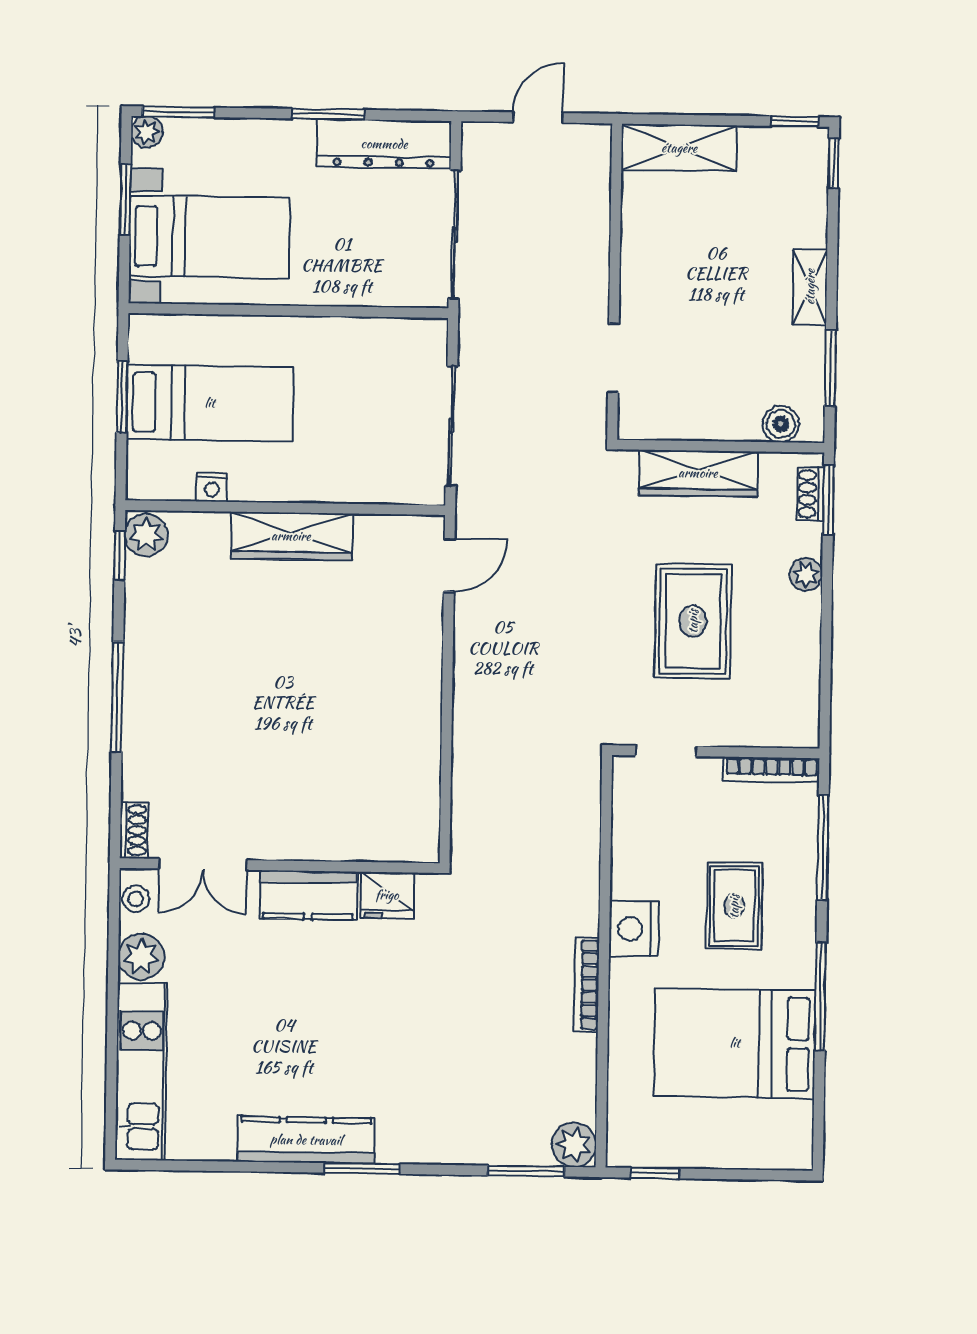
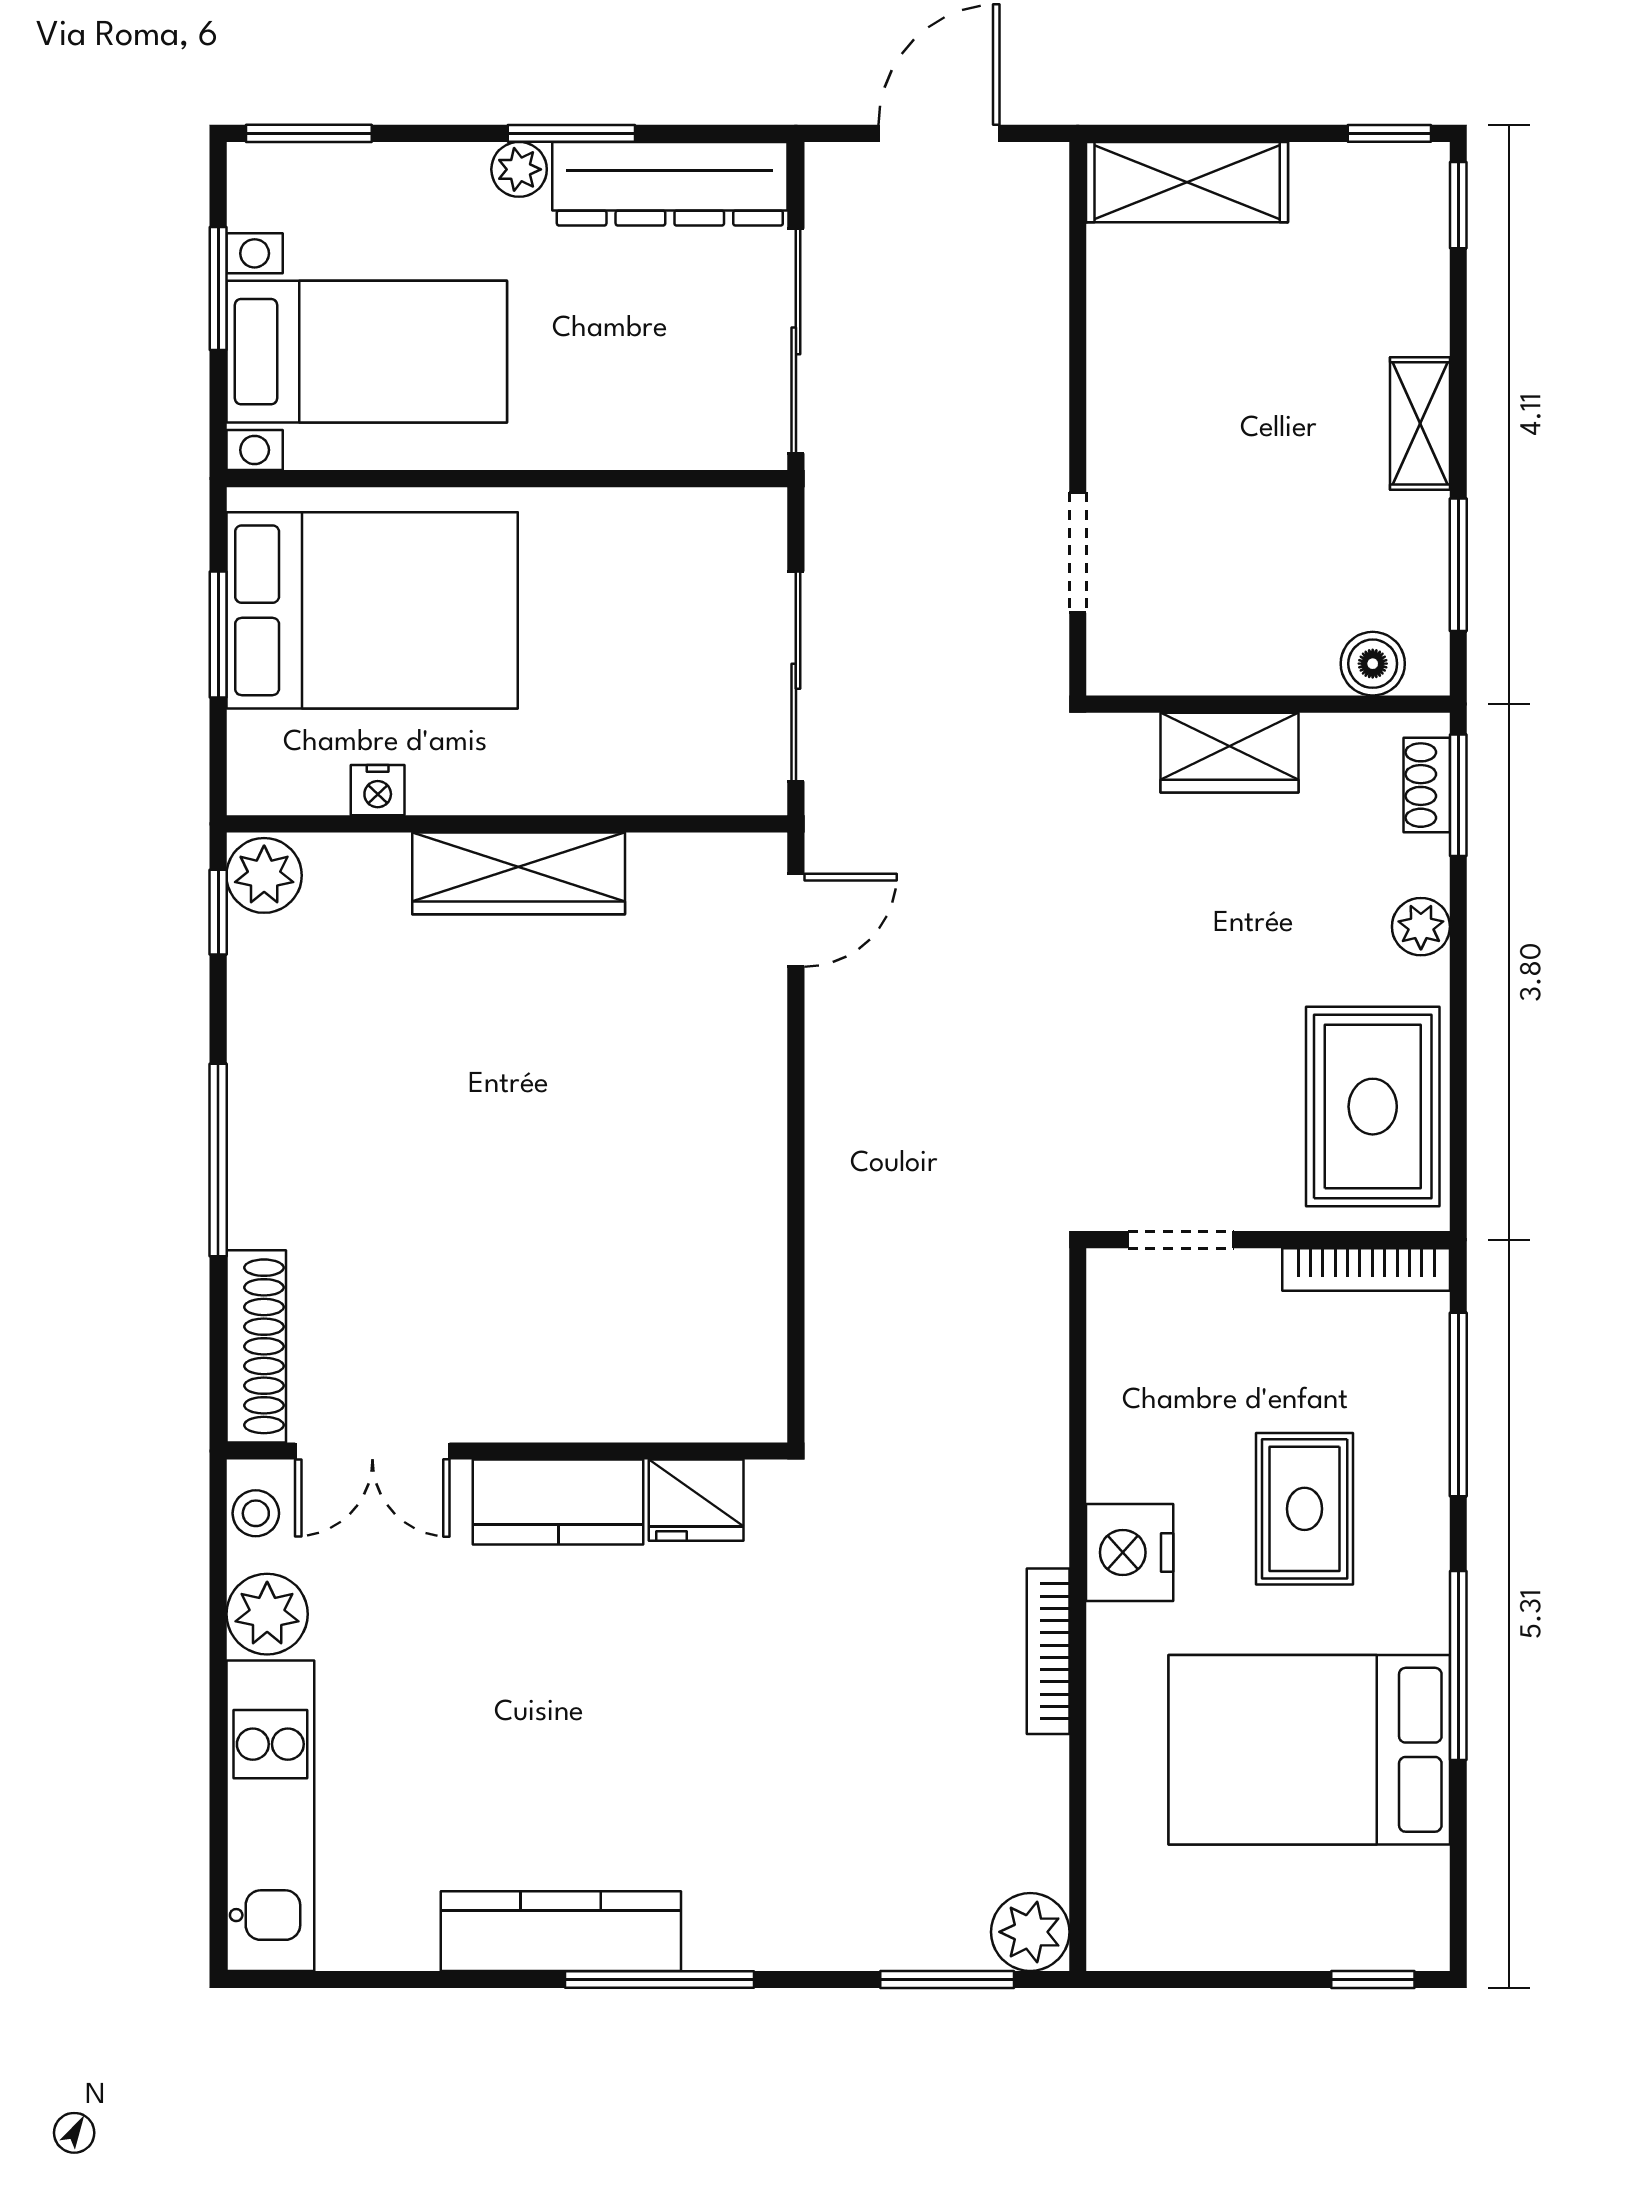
door: (538, 117) -> (939, 133), width x1.38
plant: (147, 132) -> (519, 169), moved
bed: (210, 403) -> (372, 610), width x1.50
wardrobe: (698, 473) -> (1230, 753), width x0.67
rug: (693, 621) -> (1373, 1107), moved
shoe rack: (134, 830) -> (256, 1346), width x1.94, depth x1.24
window: (362, 1168) -> (659, 1979), width x1.44
window: (655, 1173) -> (1373, 1979), moved

